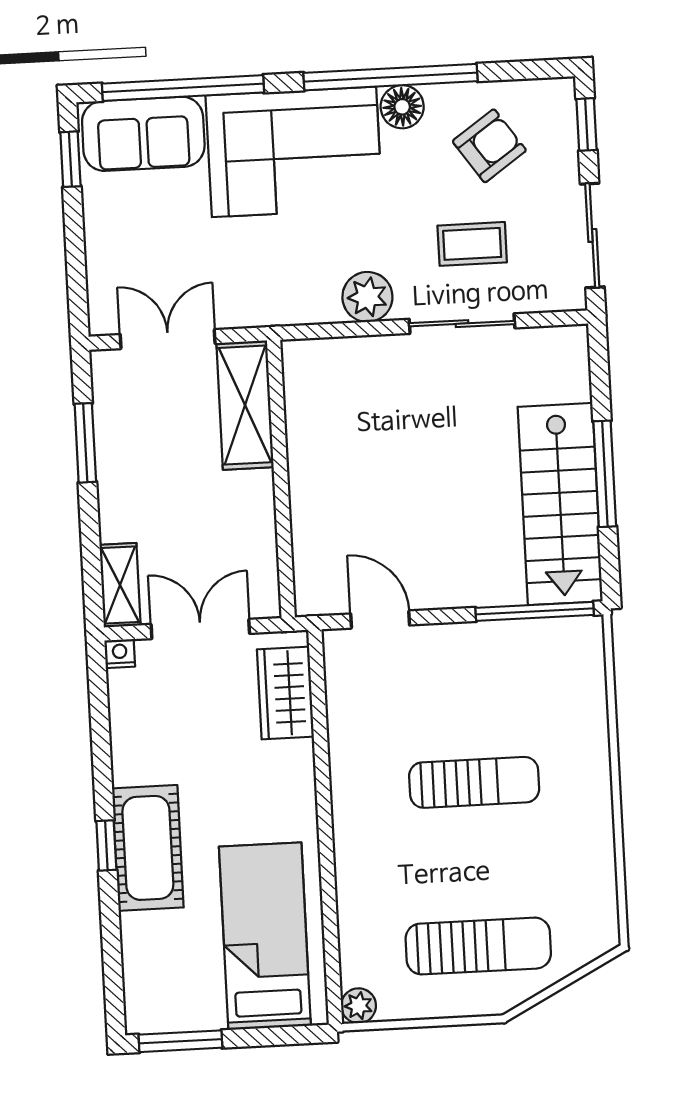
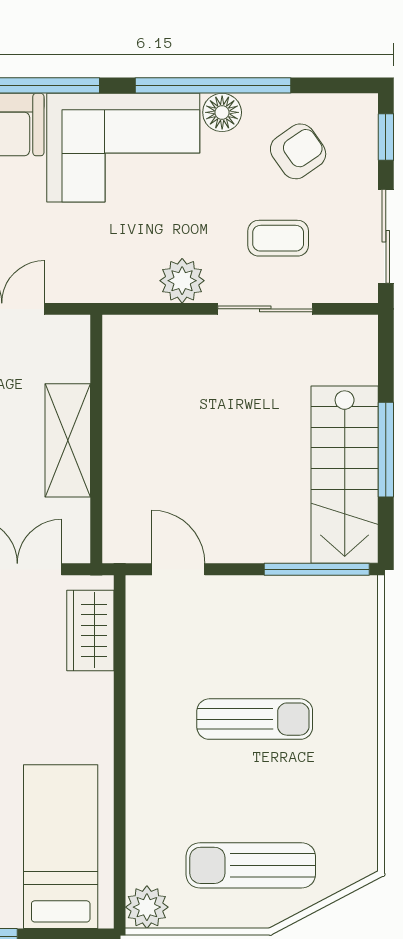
shelving: (245, 405) -> (68, 440), moved
sun lounger: (478, 946) -> (251, 865), turned 180
plant: (359, 1006) -> (147, 907), width x1.38, depth x1.38

